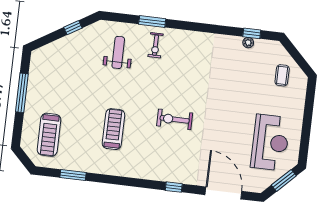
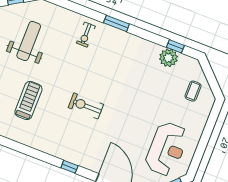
window: (152, 22) -> (116, 23), moved
plant: (248, 43) -> (168, 58), width x1.88, depth x1.88
weight bench: (118, 52) -> (29, 41), moved, width x1.36, depth x1.33

